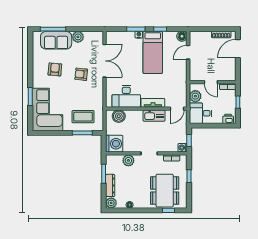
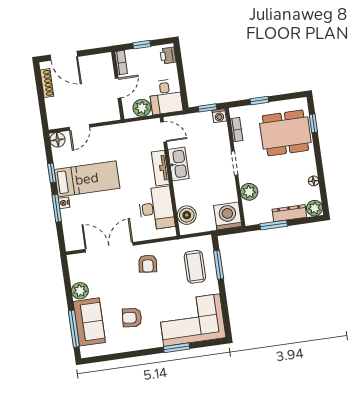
door: (188, 52) -> (79, 127), hinge flipped
armchair: (81, 74) -> (148, 264), moved

